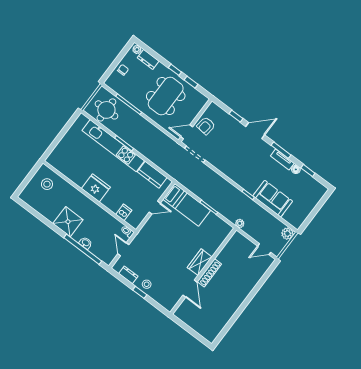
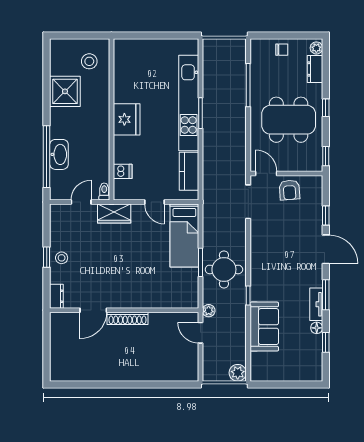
window: (191, 82) -> (326, 156), moved
round table: (106, 110) -> (224, 269), moved
armchair: (206, 126) -> (289, 190), turned -100
shower: (68, 222) -> (65, 91), moved
washbasin: (86, 243) -> (59, 154), width x1.91, depth x1.45
door: (264, 249) -> (200, 333), moved
wardrobe: (200, 262) -> (114, 214), moved, turned 180
dresser: (128, 275) -> (56, 296), moved

